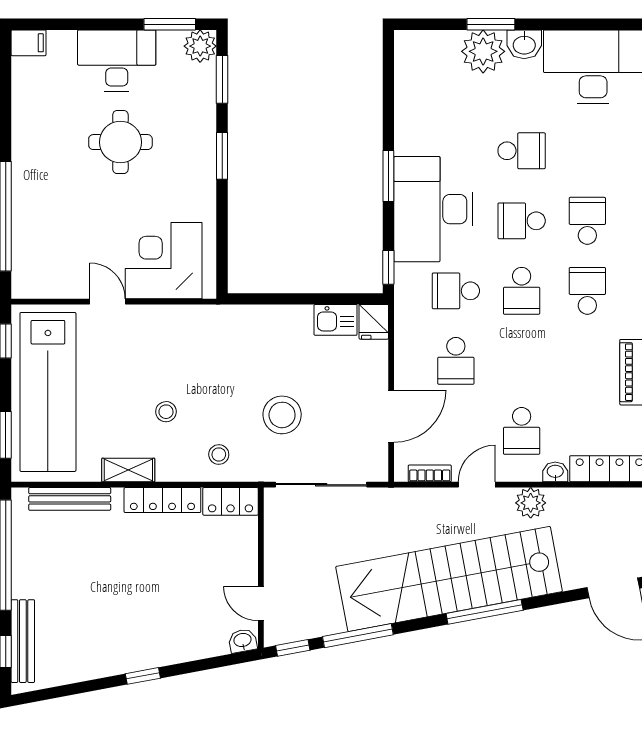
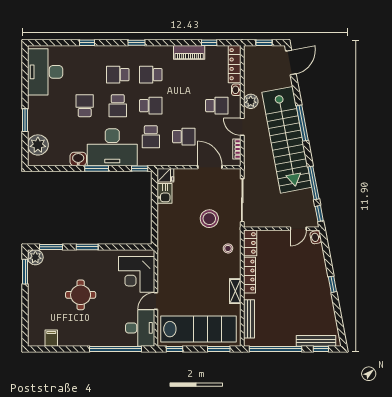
filing cabinet: (29, 43) -> (51, 338), moved
washbasin: (524, 44) -> (78, 159), moved, turned -90
plant: (483, 51) -> (38, 145), moved
desk: (117, 60) -> (140, 328), moved, turned 180
stool: (166, 412) -> (208, 273), removed

